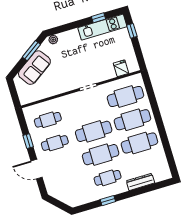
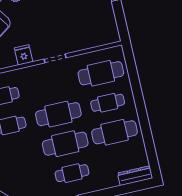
fridge: (121, 68) -> (24, 55), moved
cafe table: (132, 120) -> (108, 103), width x0.73, depth x0.74
dresser: (140, 182) -> (135, 176), moved

